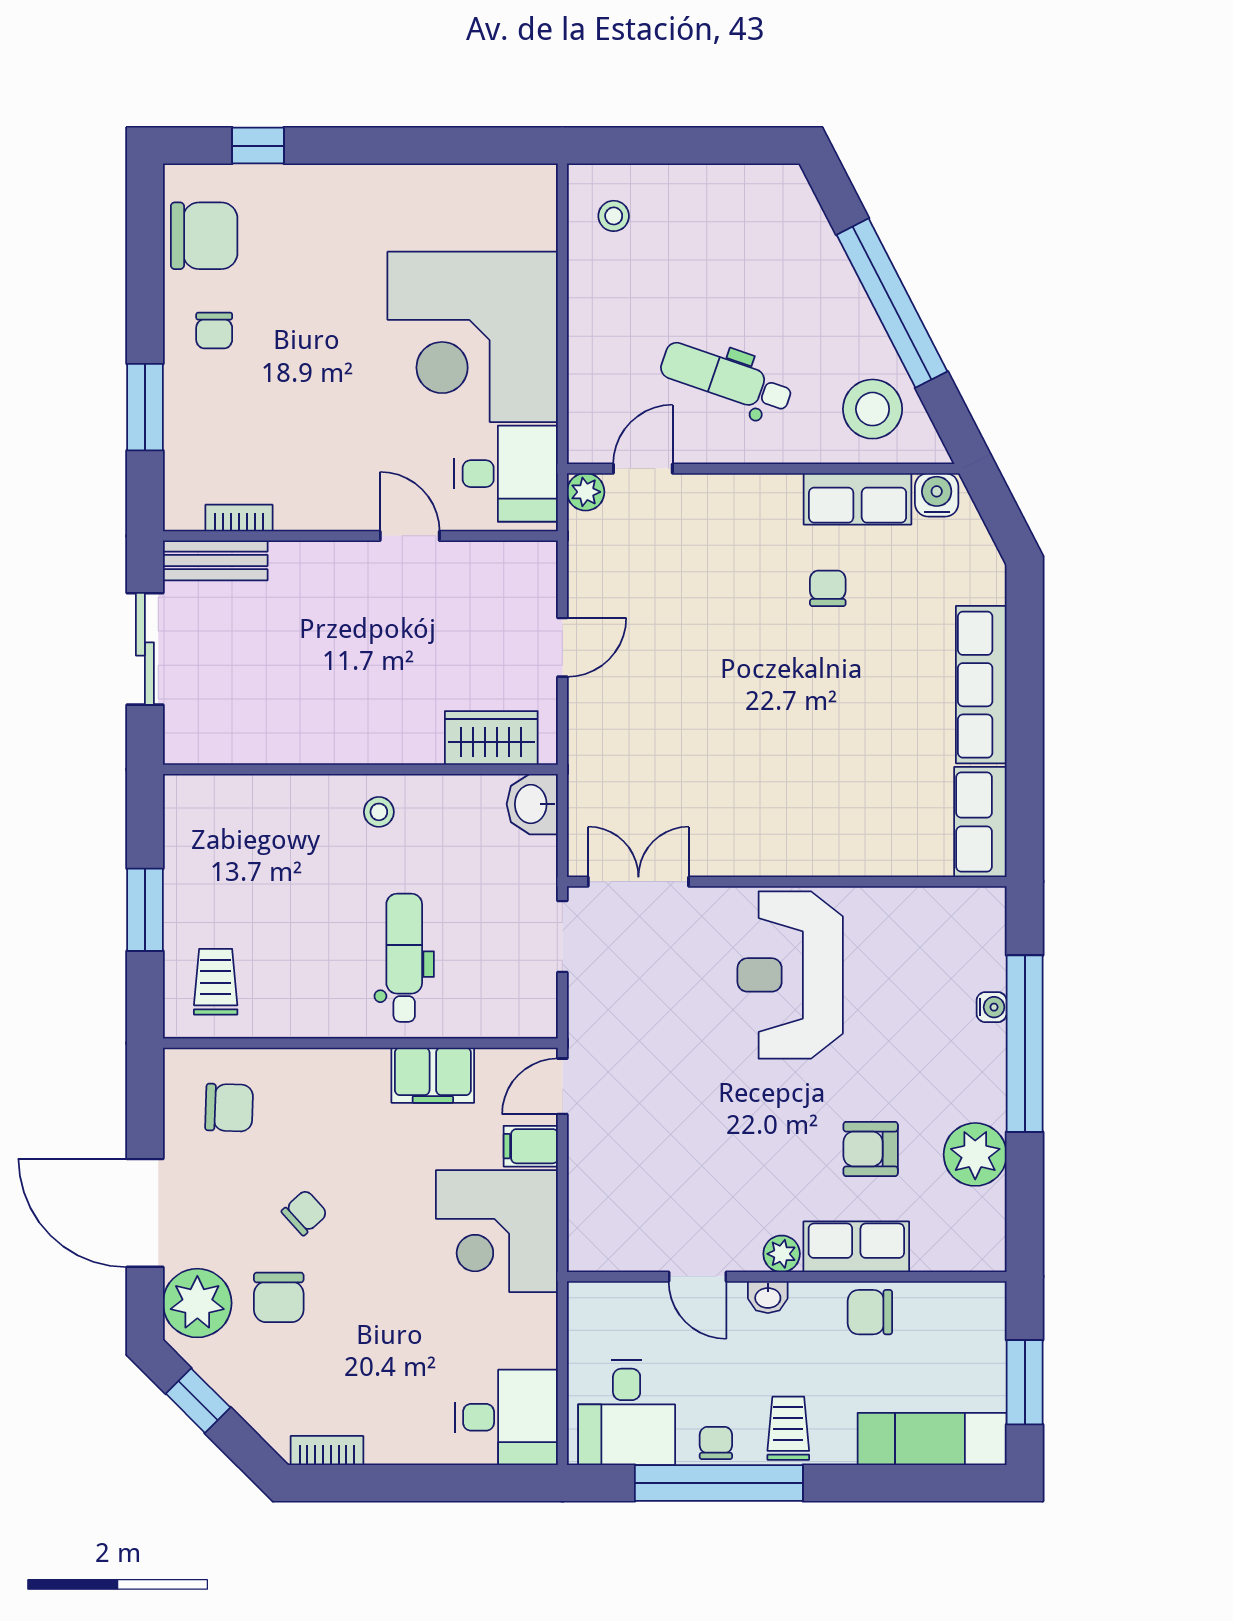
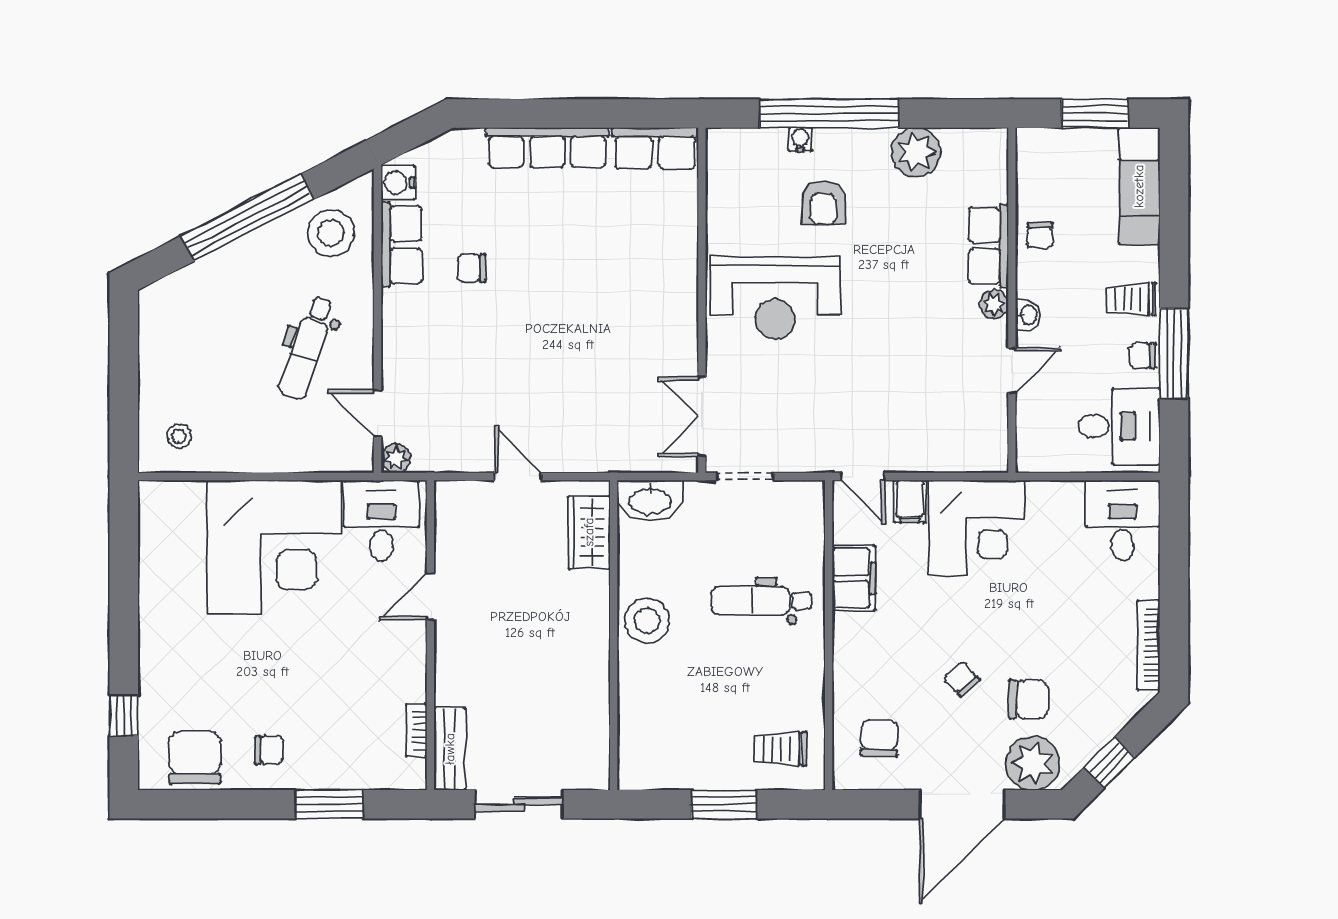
washbasin: (532, 804) -> (650, 500), width x1.38
stool: (379, 812) -> (647, 621), width x1.89, depth x1.89
armchair: (871, 1149) -> (824, 203), moved
chair: (870, 1312) -> (1040, 235), width x0.73, depth x0.73
bookcase: (327, 1450) -> (1149, 645), width x1.56
window: (719, 1483) -> (1174, 354), width x0.68

